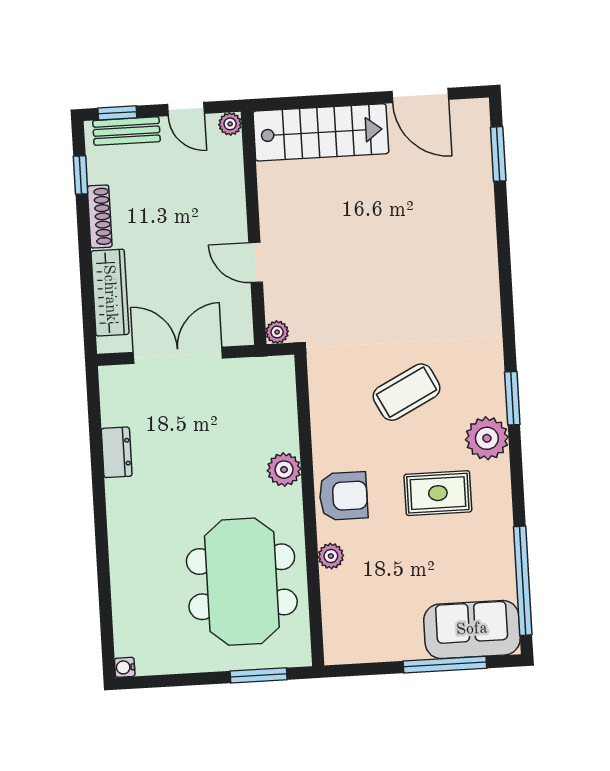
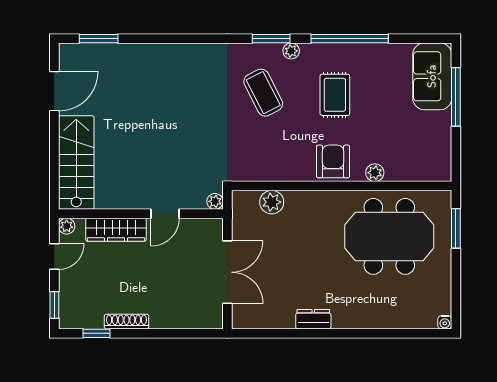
bench: (126, 131) -> (67, 299), removed
wardrobe: (110, 293) -> (116, 230), moved, turned 180
double door: (178, 355) -> (227, 272), swing flipped
coffee table: (407, 392) -> (263, 93), moved
plant: (487, 438) -> (291, 51), width x0.53, depth x0.53
dresser: (117, 452) -> (313, 319), moved
plant: (284, 470) -> (272, 202), moved
window: (523, 581) -> (350, 39), moved

